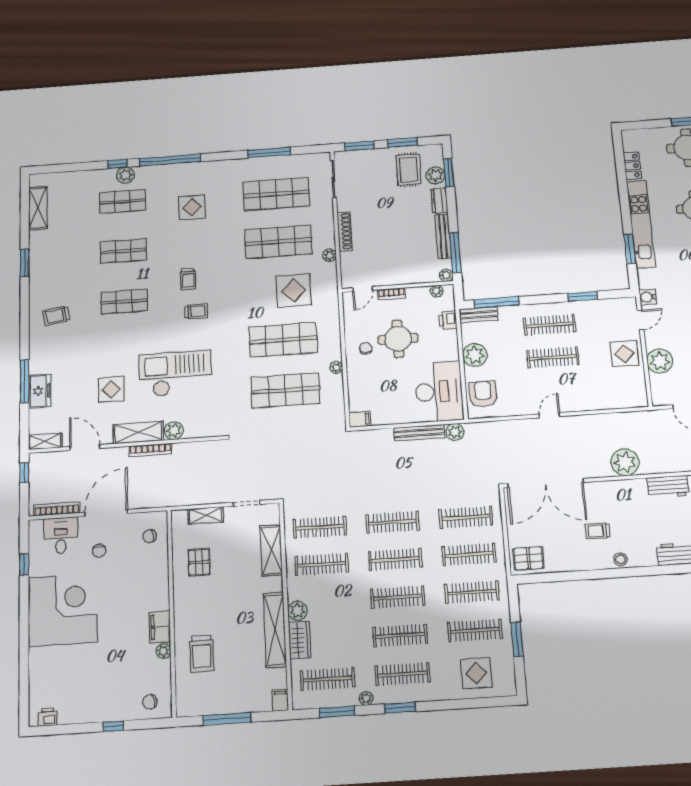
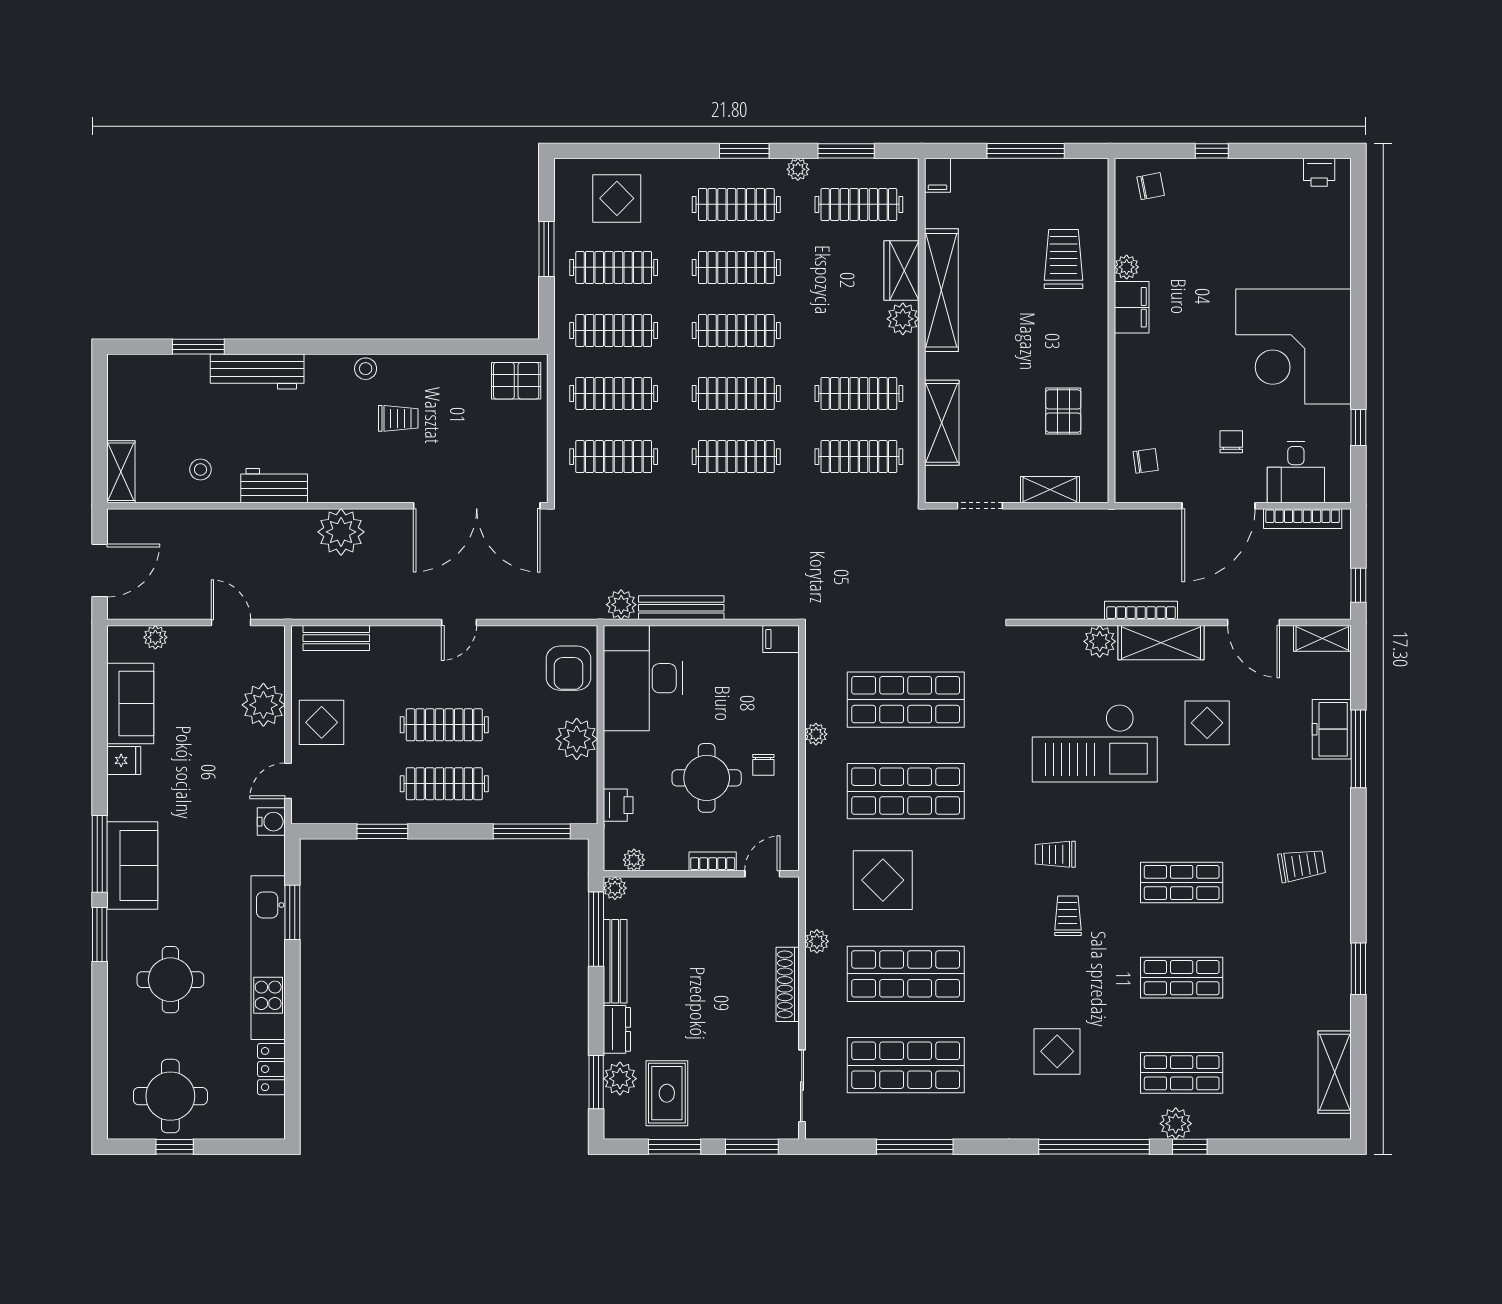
bench: (479, 315) -> (336, 638), moved
double door: (545, 483) -> (477, 506), swing flipped

